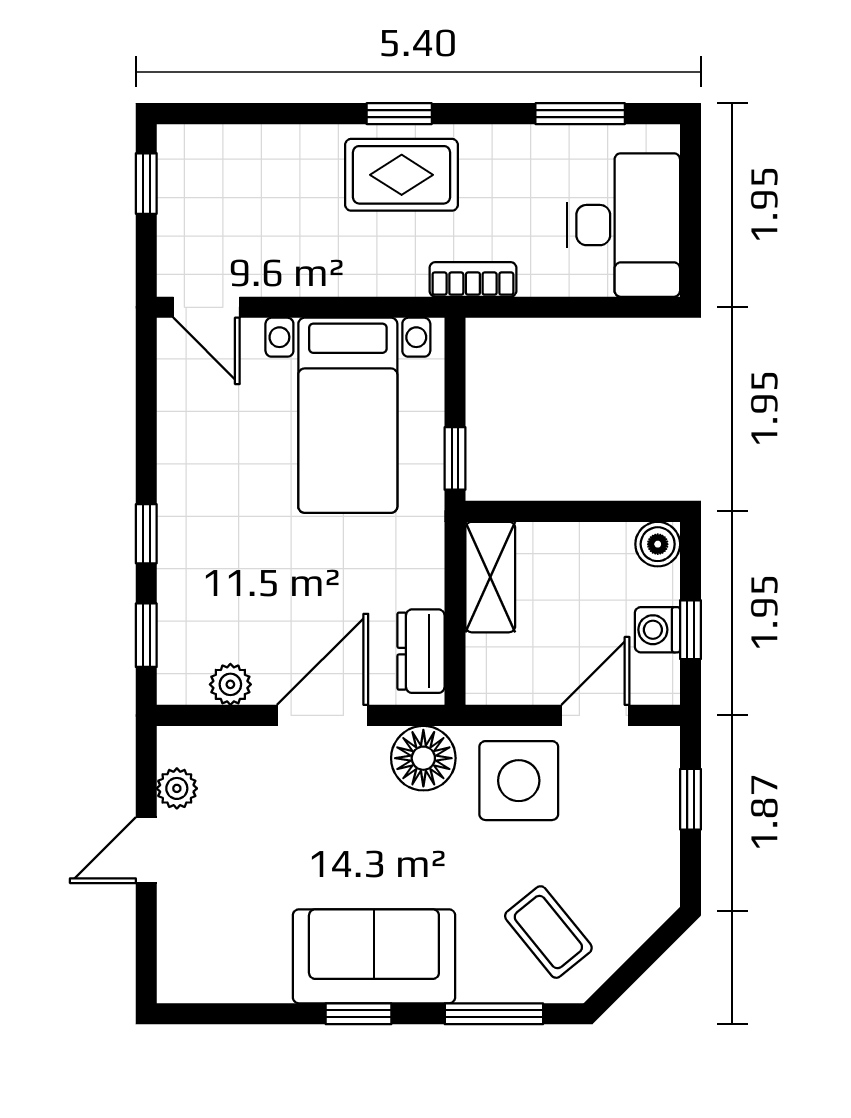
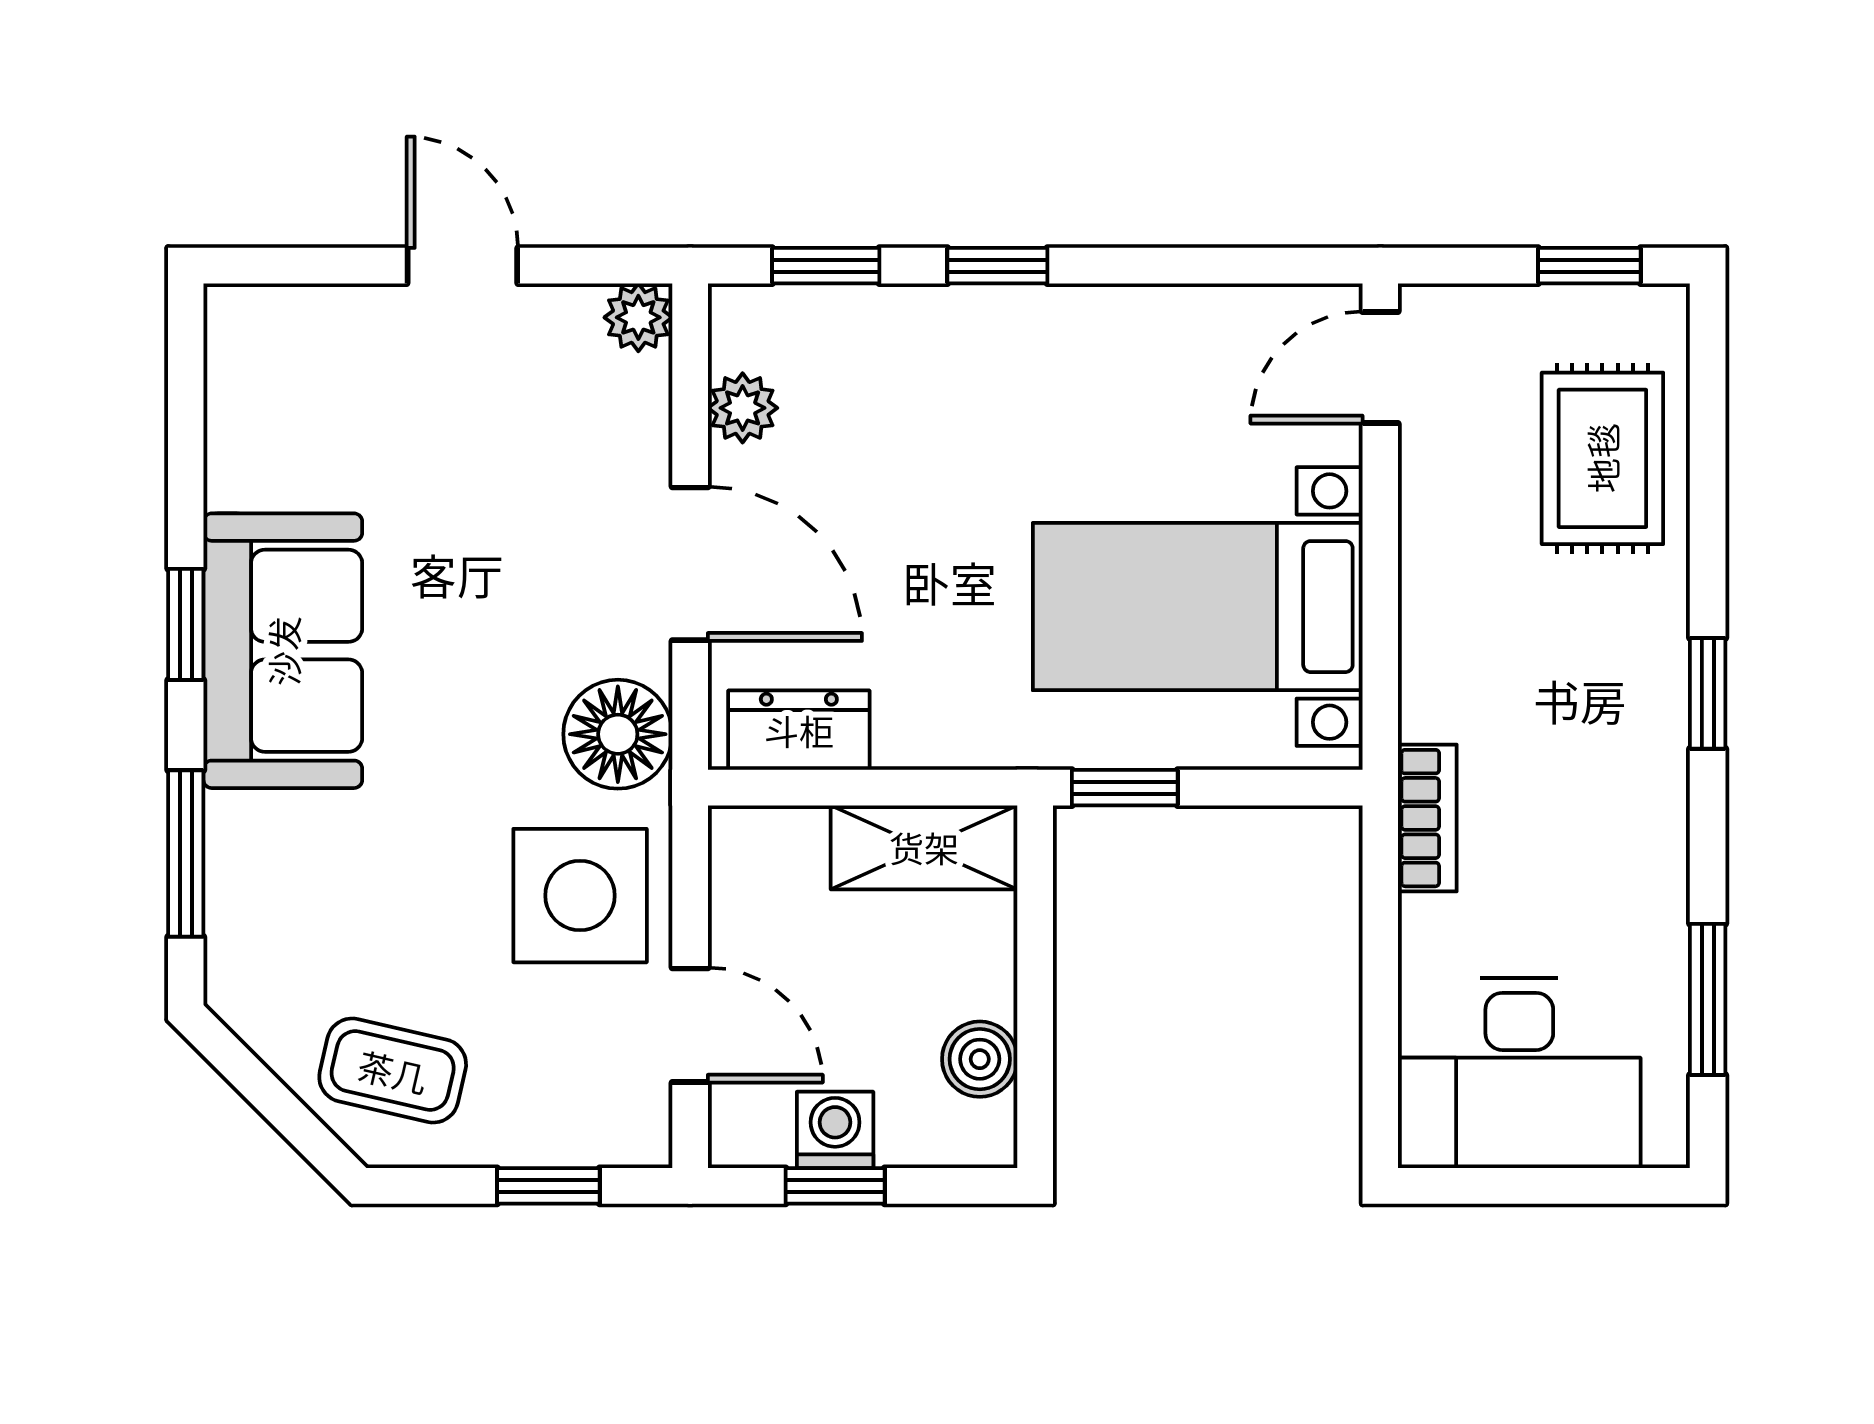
rug: (402, 175) -> (1602, 458), moved
boiler: (658, 544) -> (980, 1059), moved
plant: (177, 788) -> (638, 317), moved
coffee table: (548, 932) -> (393, 1071), moved, turned 52

